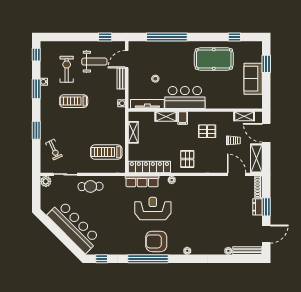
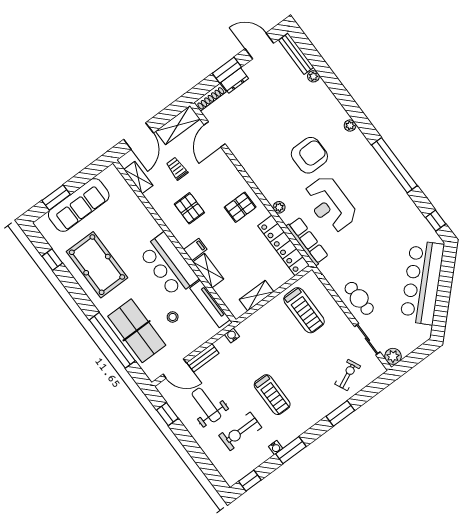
table tennis table: (162, 54) -> (137, 331), added
sofa: (253, 79) -> (79, 205), width x1.36
armchair: (156, 241) -> (309, 155), moved, turned -90

